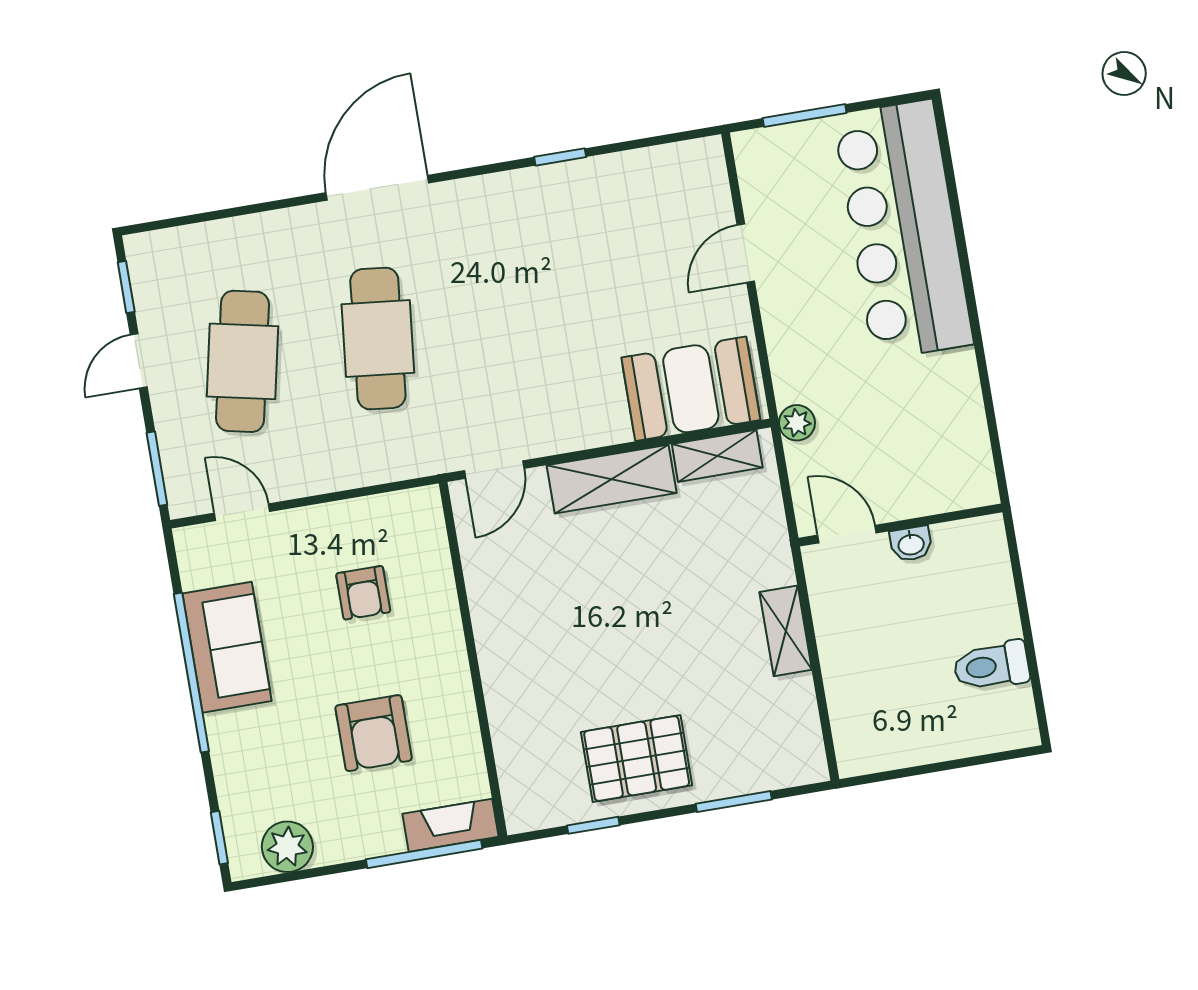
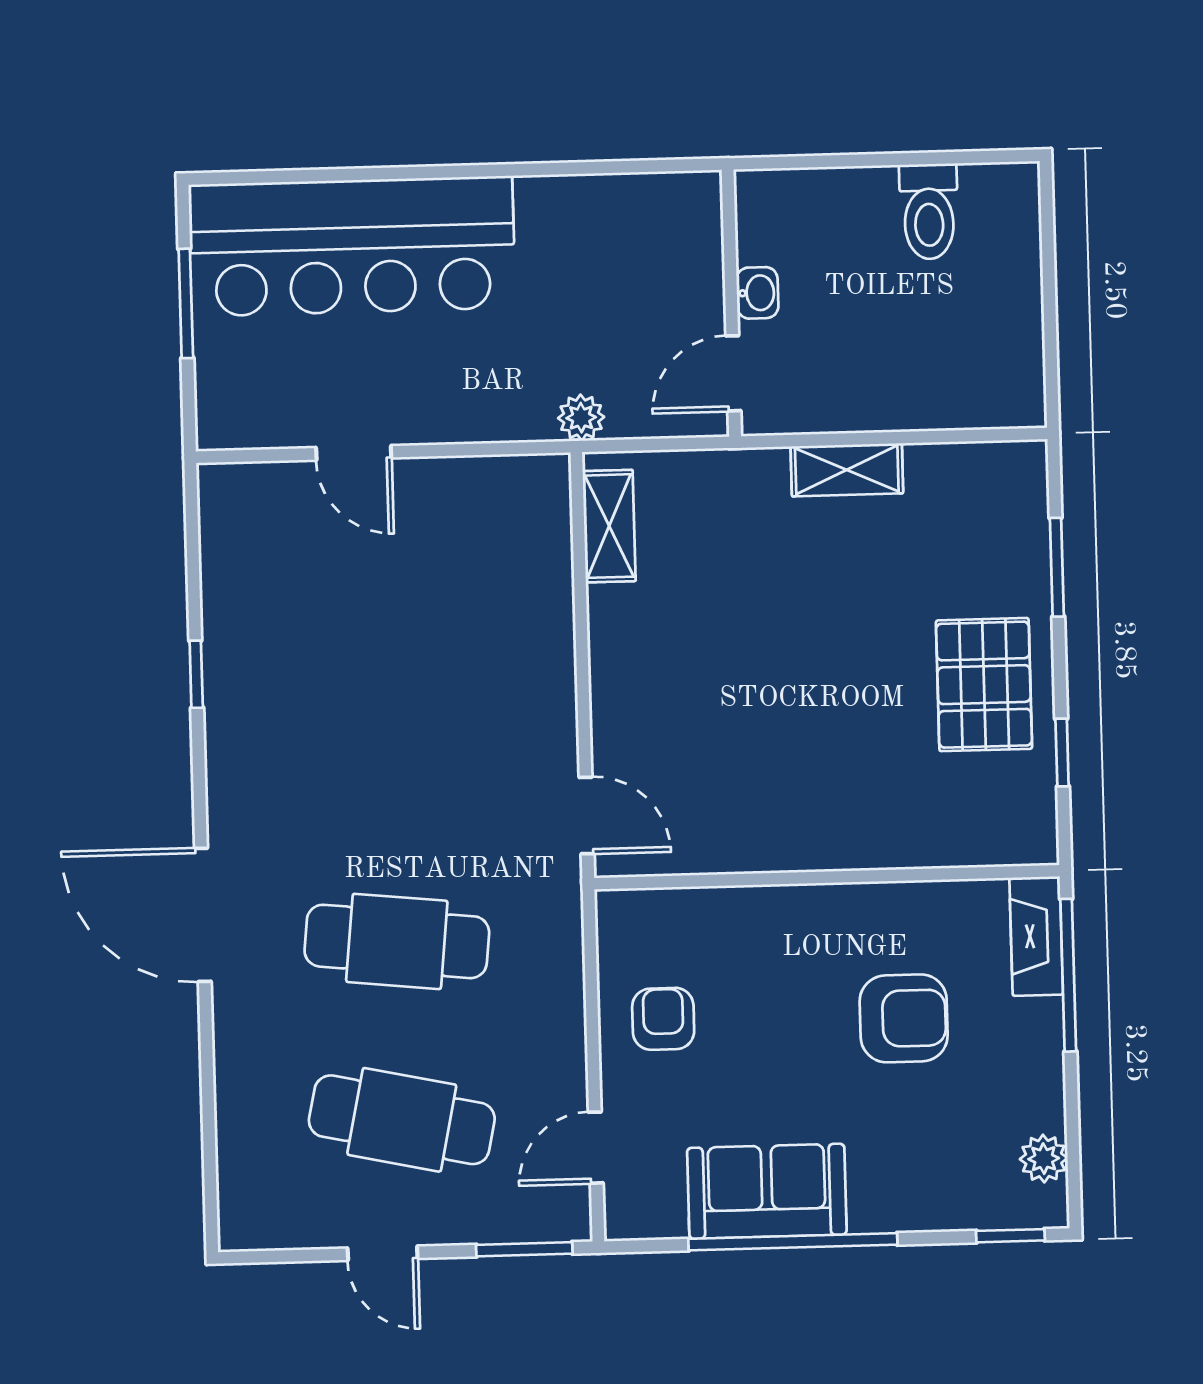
window: (805, 116) -> (186, 303), moved
window: (126, 287) -> (285, 1256), removed
booth: (691, 389) -> (518, 548), removed
shelving: (612, 479) -> (620, 666), removed
armchair: (363, 593) -> (663, 1019), moved, turned -90
plant: (287, 847) -> (1044, 1159), width x0.73, depth x0.73

